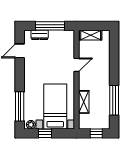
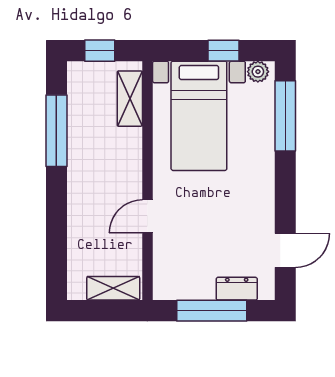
shelving: (84, 102) -> (130, 99), moved

